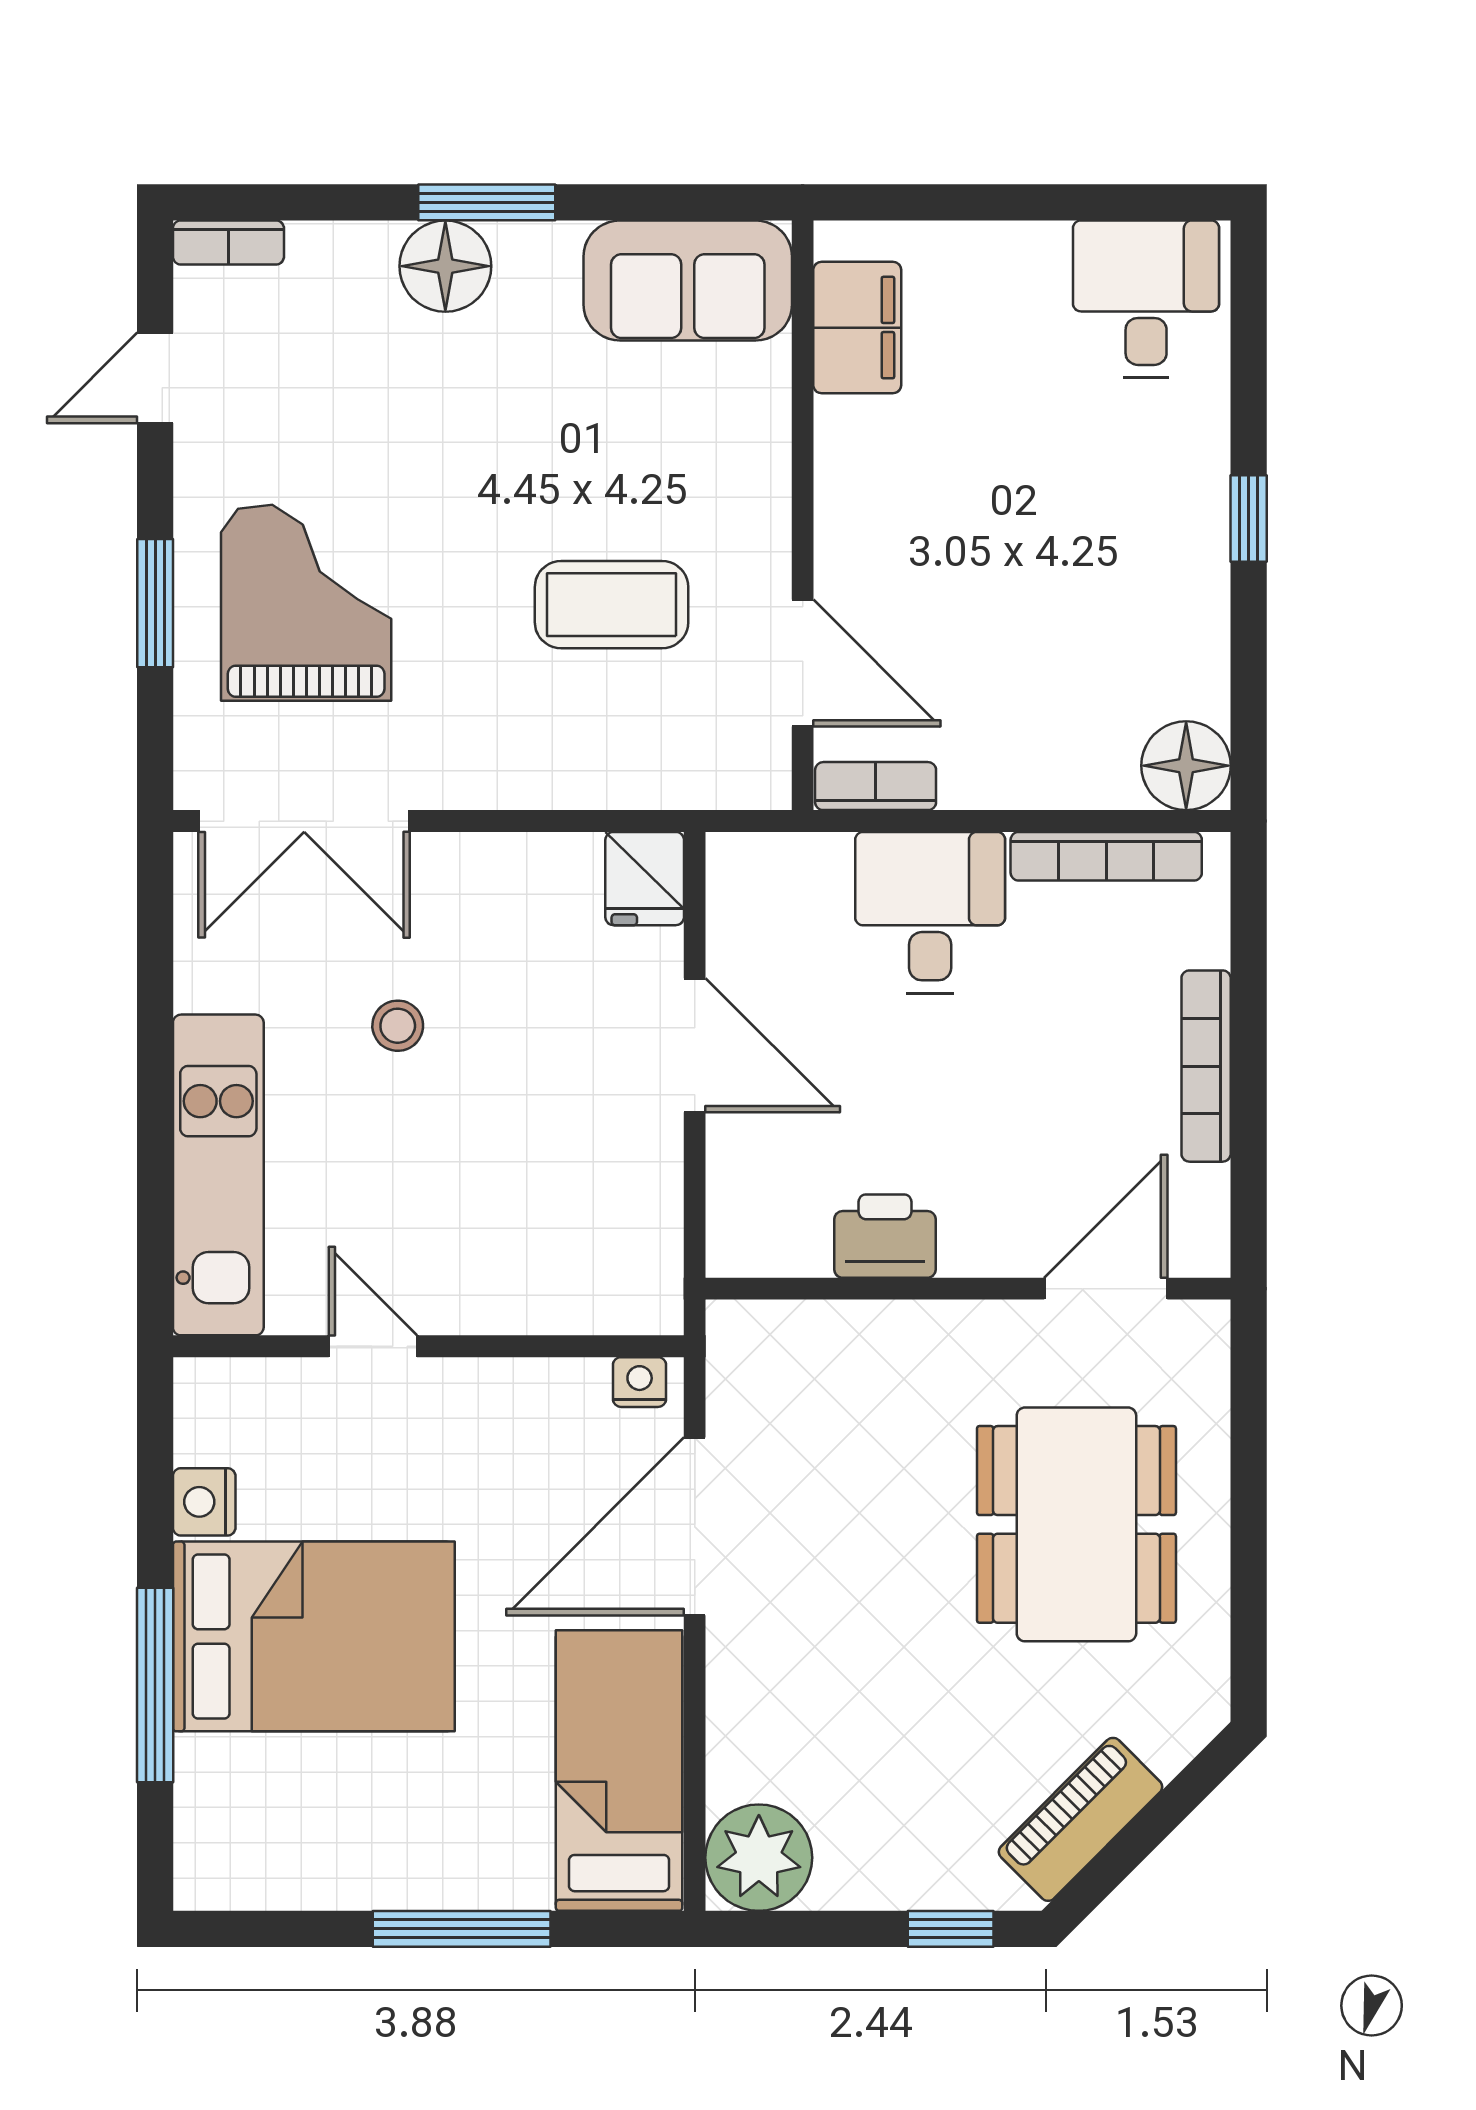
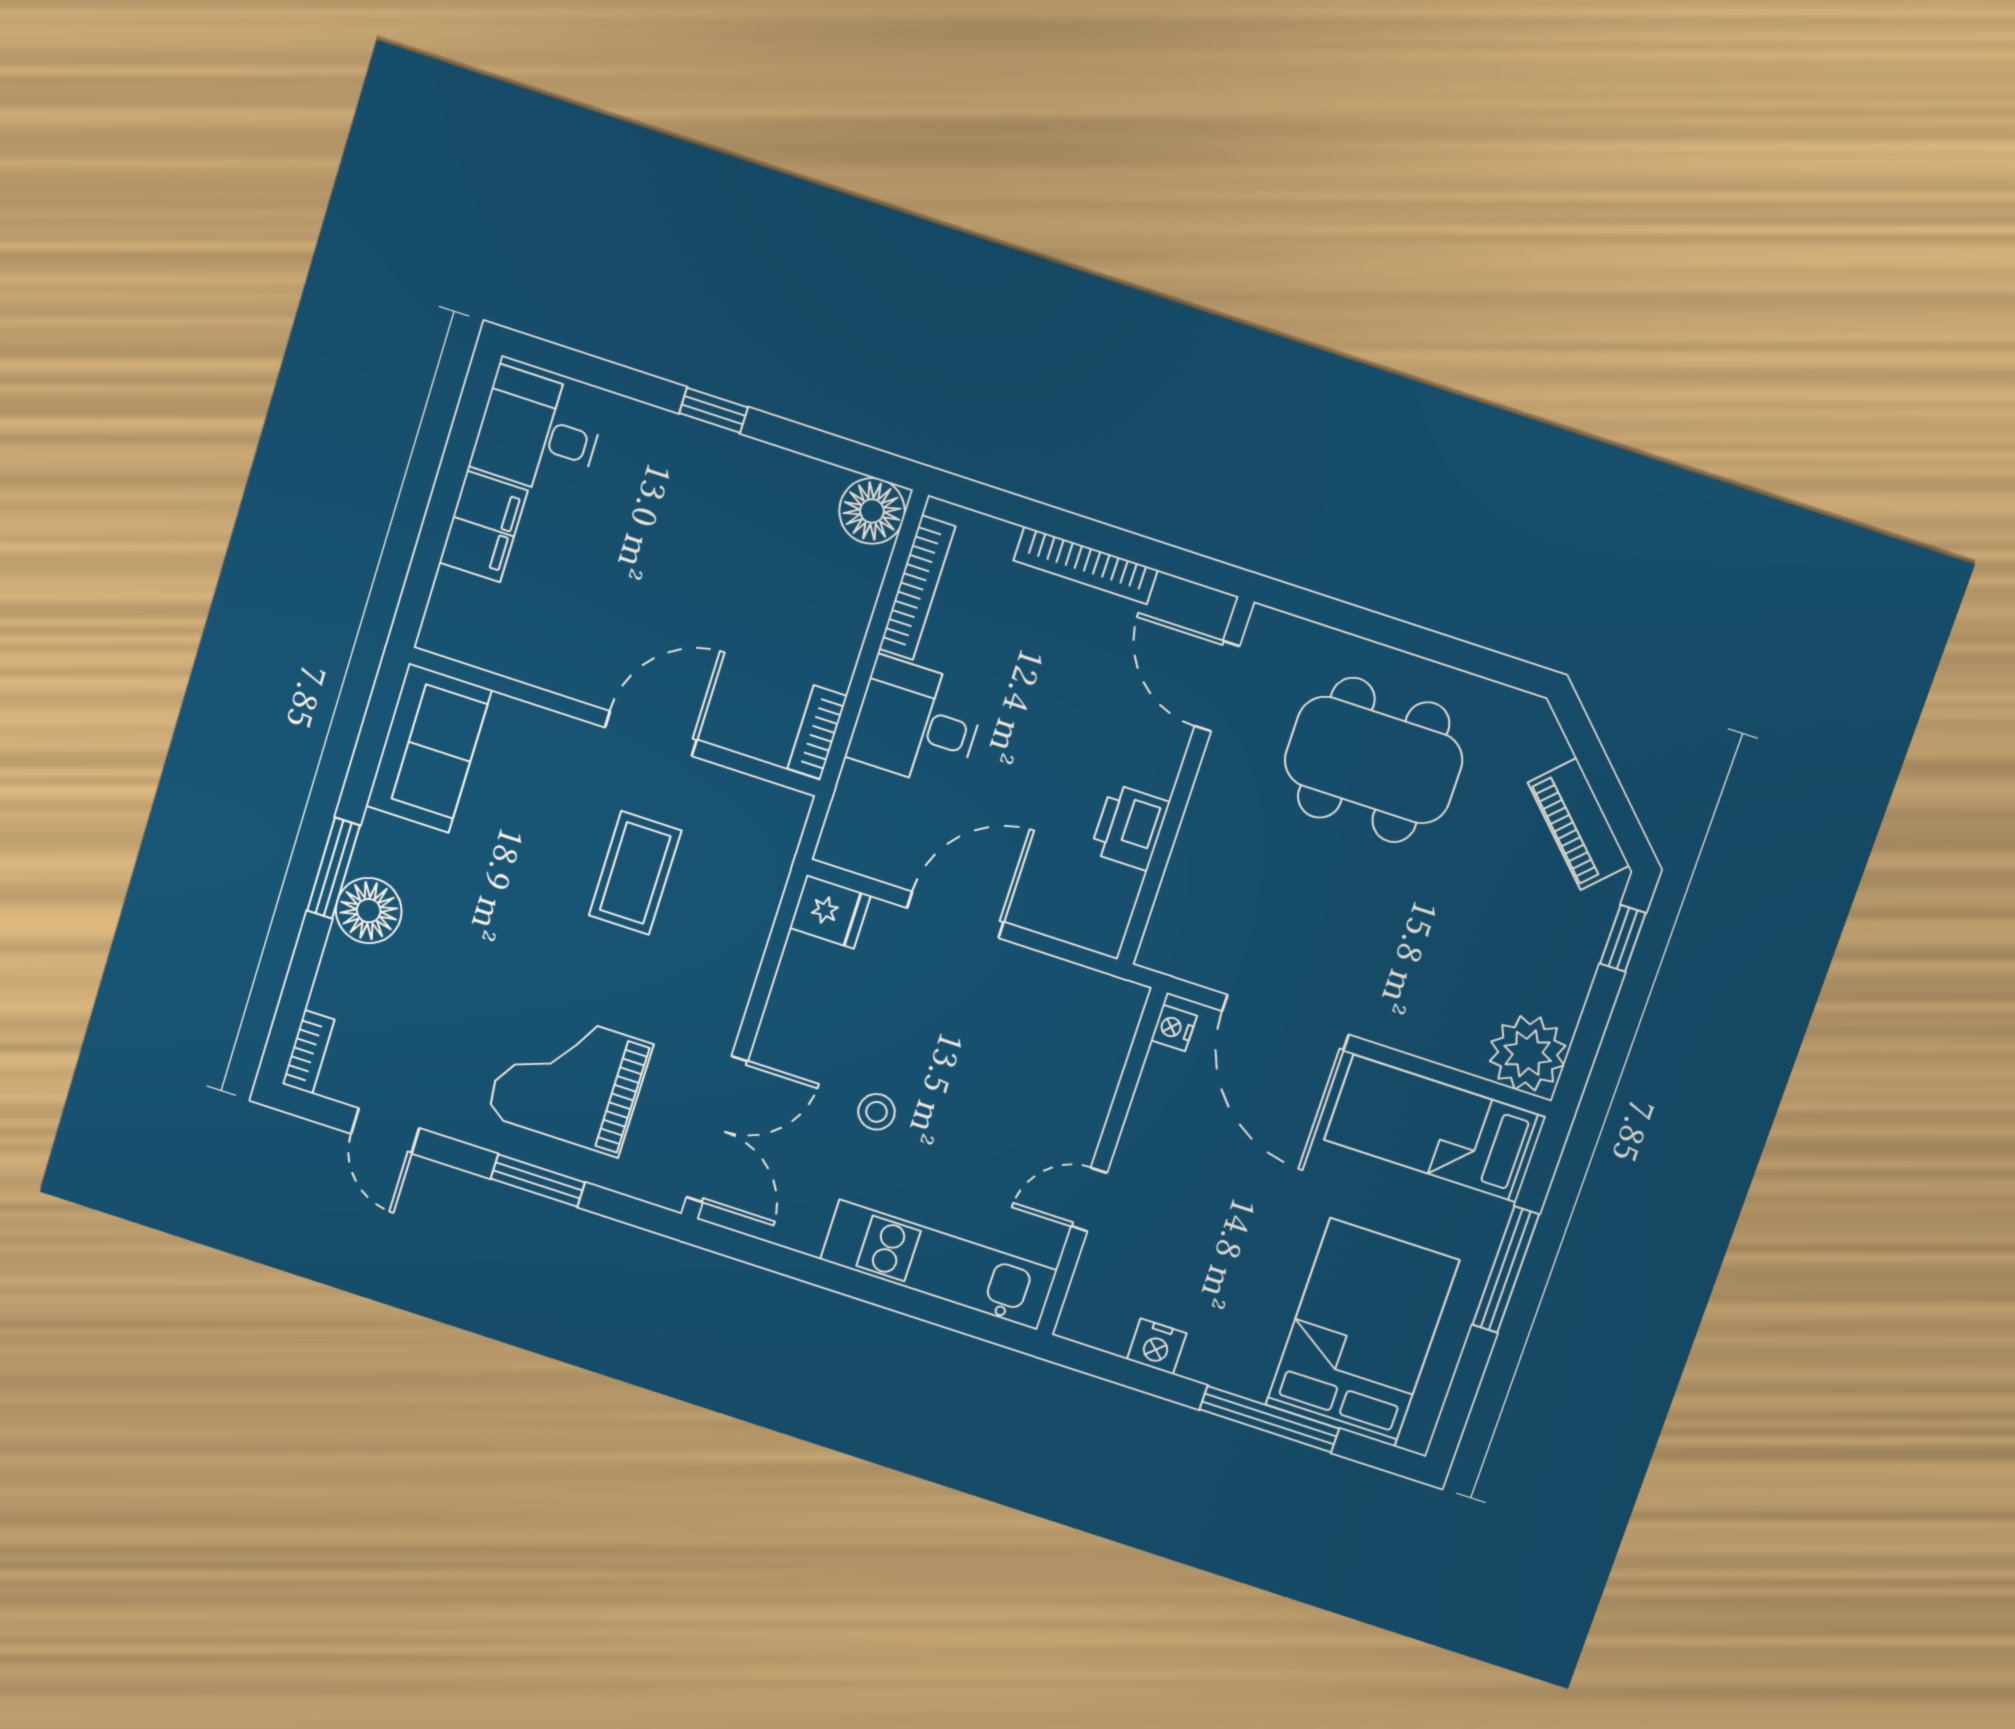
filing cabinet: (857, 328) -> (483, 526), moved, turned 90
door: (803, 663) -> (651, 734), moved
bed: (314, 1636) -> (1362, 1332), moved

